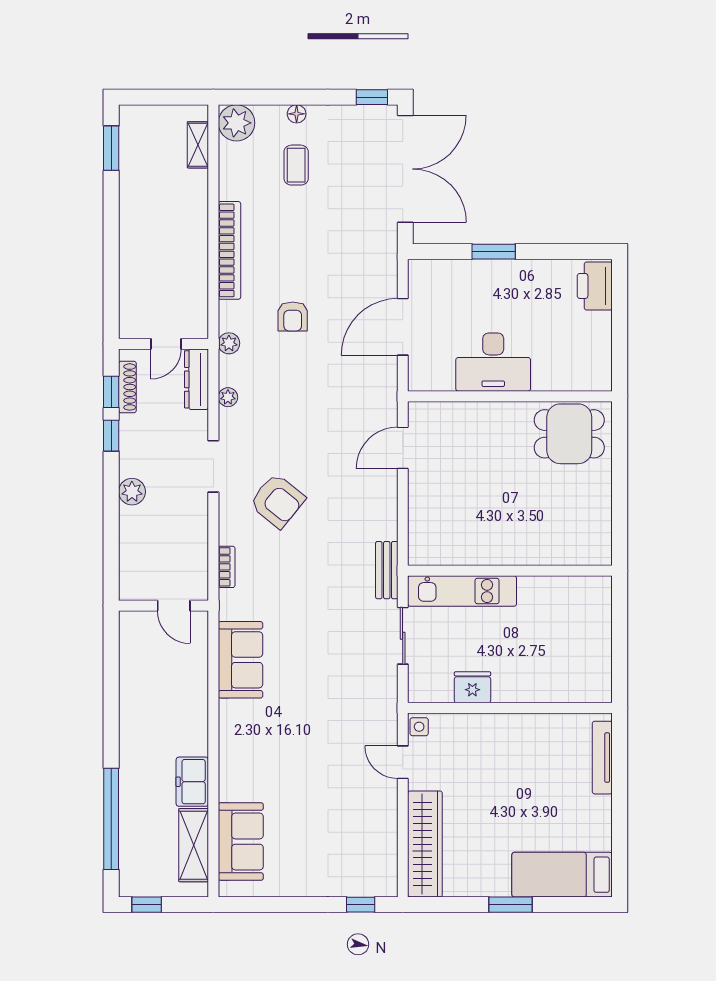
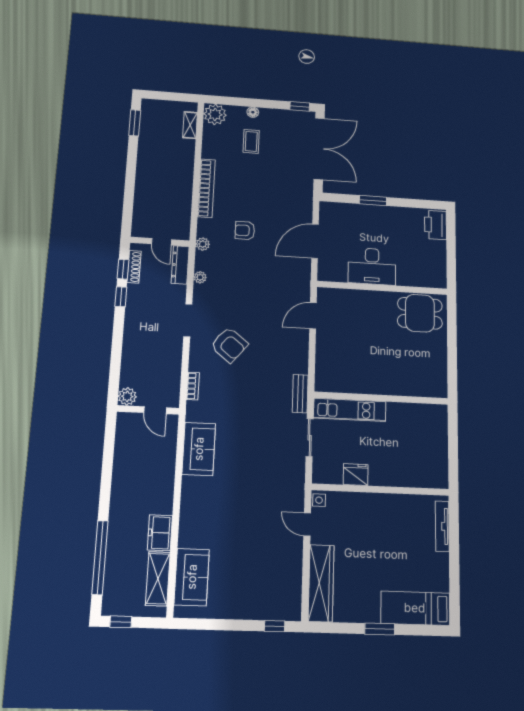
armchair: (293, 317) -> (245, 230), turned 90
door: (166, 344) -> (162, 242), hinge flipped
plant: (132, 492) -> (127, 396), moved

